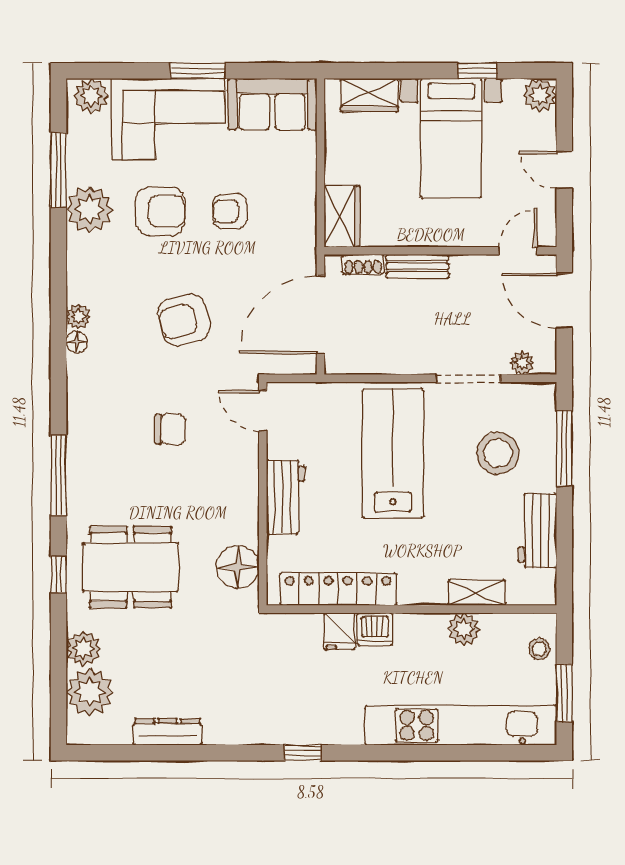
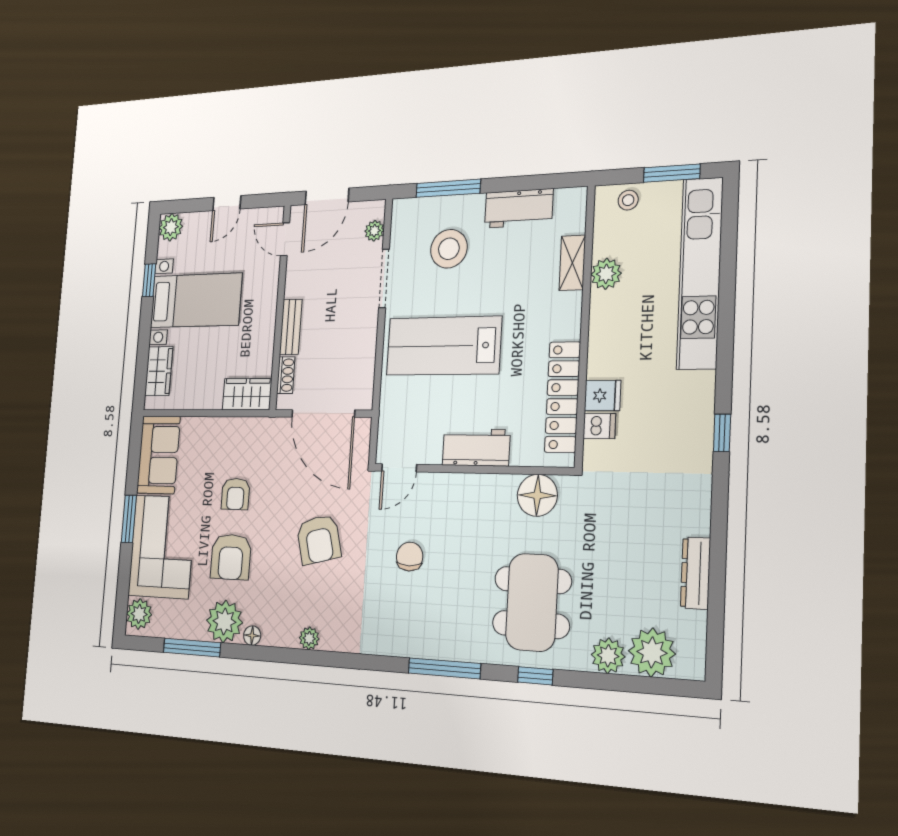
armchair: (160, 211) -> (231, 557), turned 180
floor lamp: (77, 342) -> (252, 636), moved
dishwasher: (375, 629) -> (599, 426), moved, width x0.73

